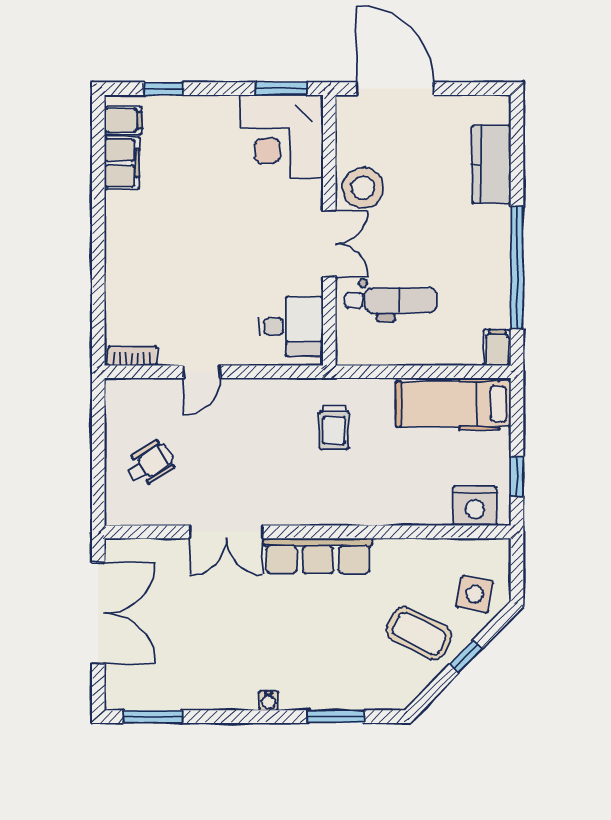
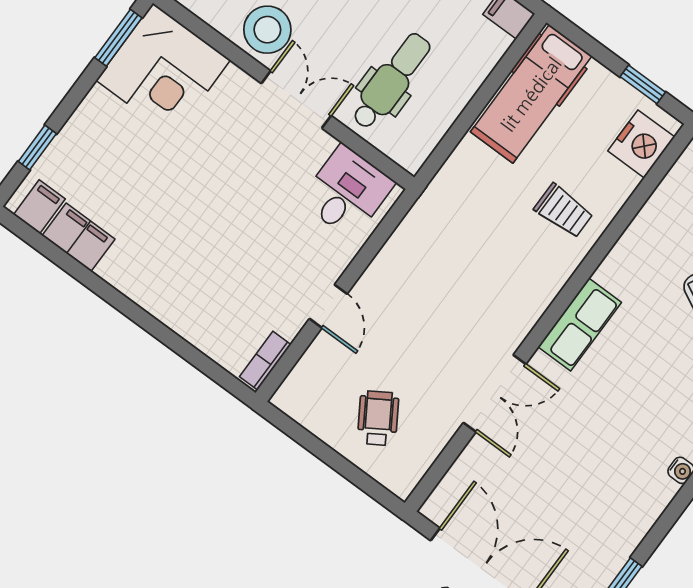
trolley: (334, 427) -> (564, 211), moved
row of seats: (318, 556) -> (580, 325), width x0.68

